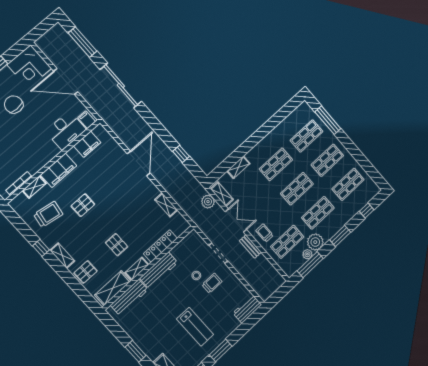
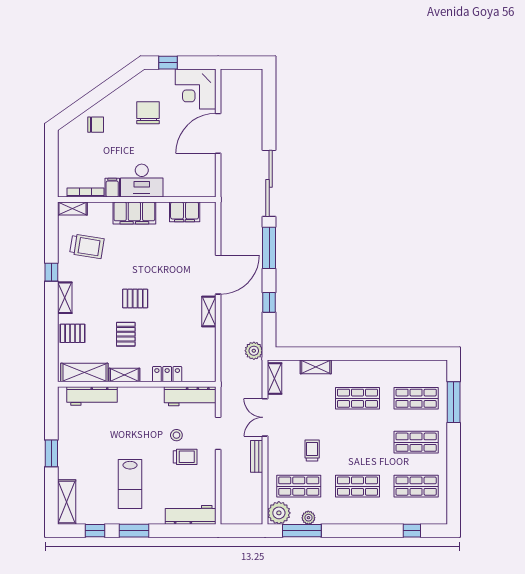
window: (83, 42) -> (269, 248), moved
door: (66, 81) -> (218, 133), hinge flipped
filing cabinet: (87, 120) -> (112, 188), moved
desk: (66, 130) -> (142, 181), moved
shelving: (34, 187) -> (72, 209), moved
shop shelf: (297, 189) -> (357, 442), removed
plant: (208, 202) -> (254, 351), moved
pallet: (83, 205) -> (135, 299), moved
shelving: (166, 205) -> (209, 311), moved
double door: (236, 221) -> (265, 417), swing flipped
trolley: (264, 233) -> (312, 450), moved
window: (340, 236) -> (360, 531), removed
plant: (315, 242) -> (279, 513), moved
locker: (160, 246) -> (167, 374), width x0.66
workbench: (159, 270) -> (190, 396), moved
workbench: (247, 309) -> (191, 515), width x1.38

